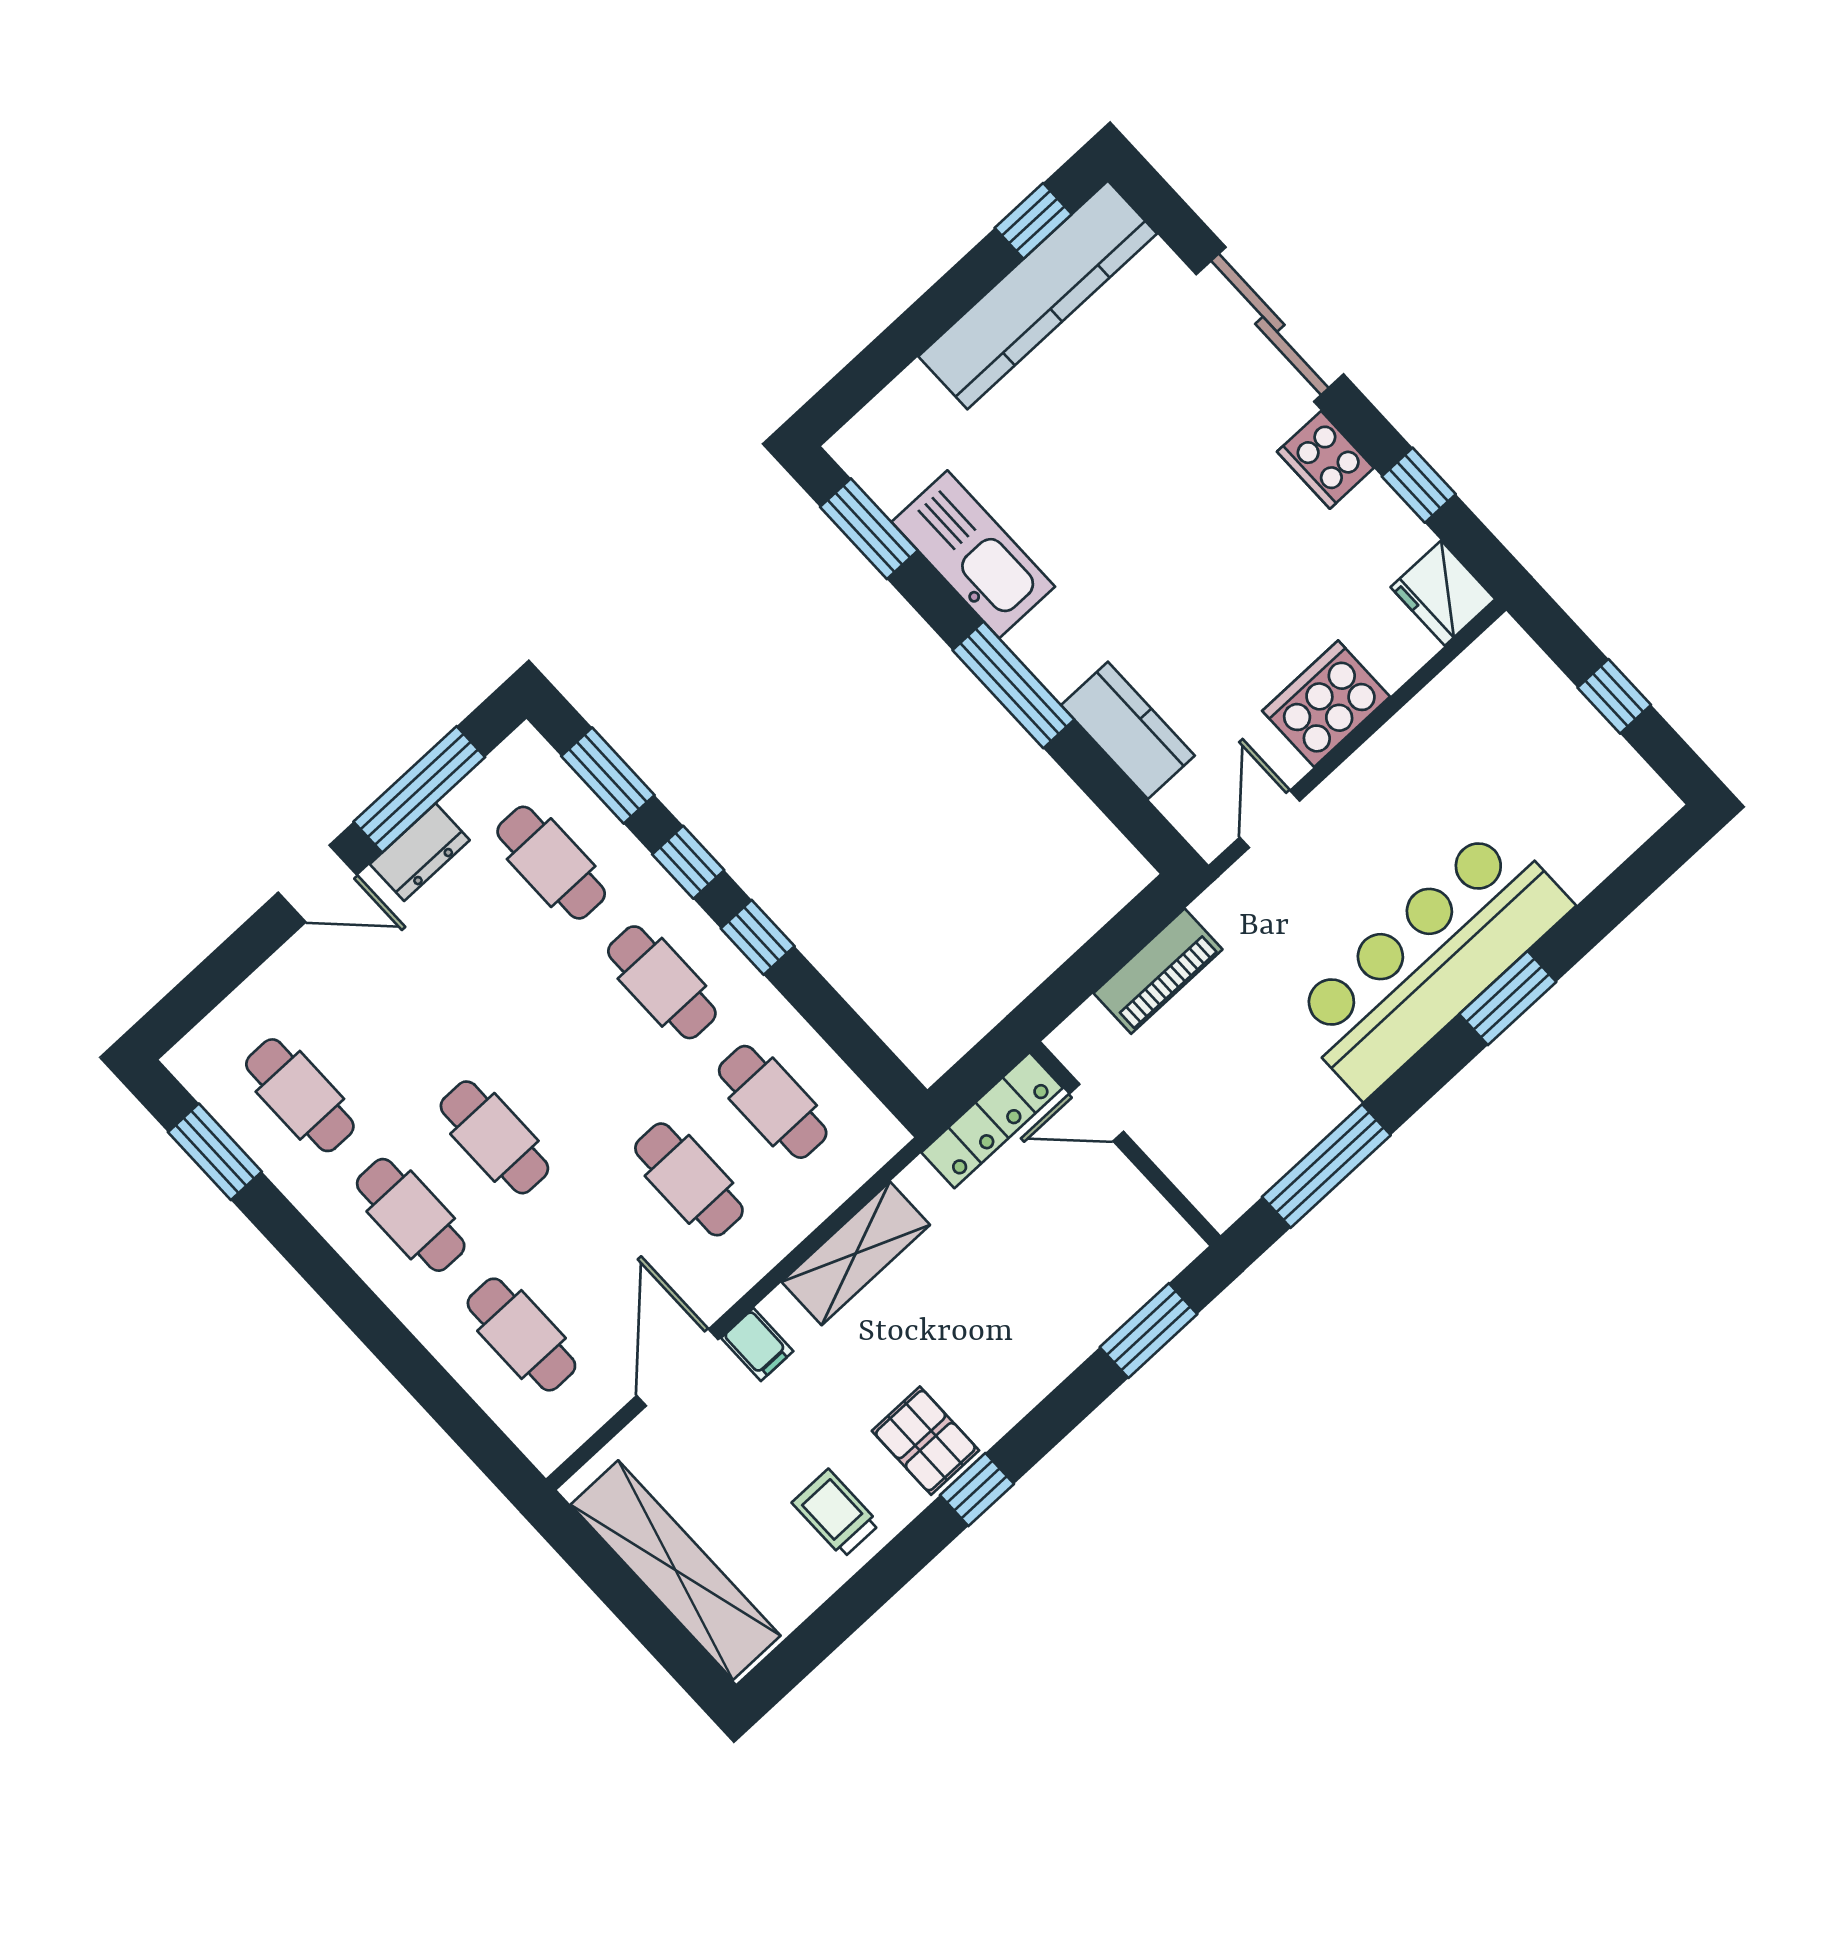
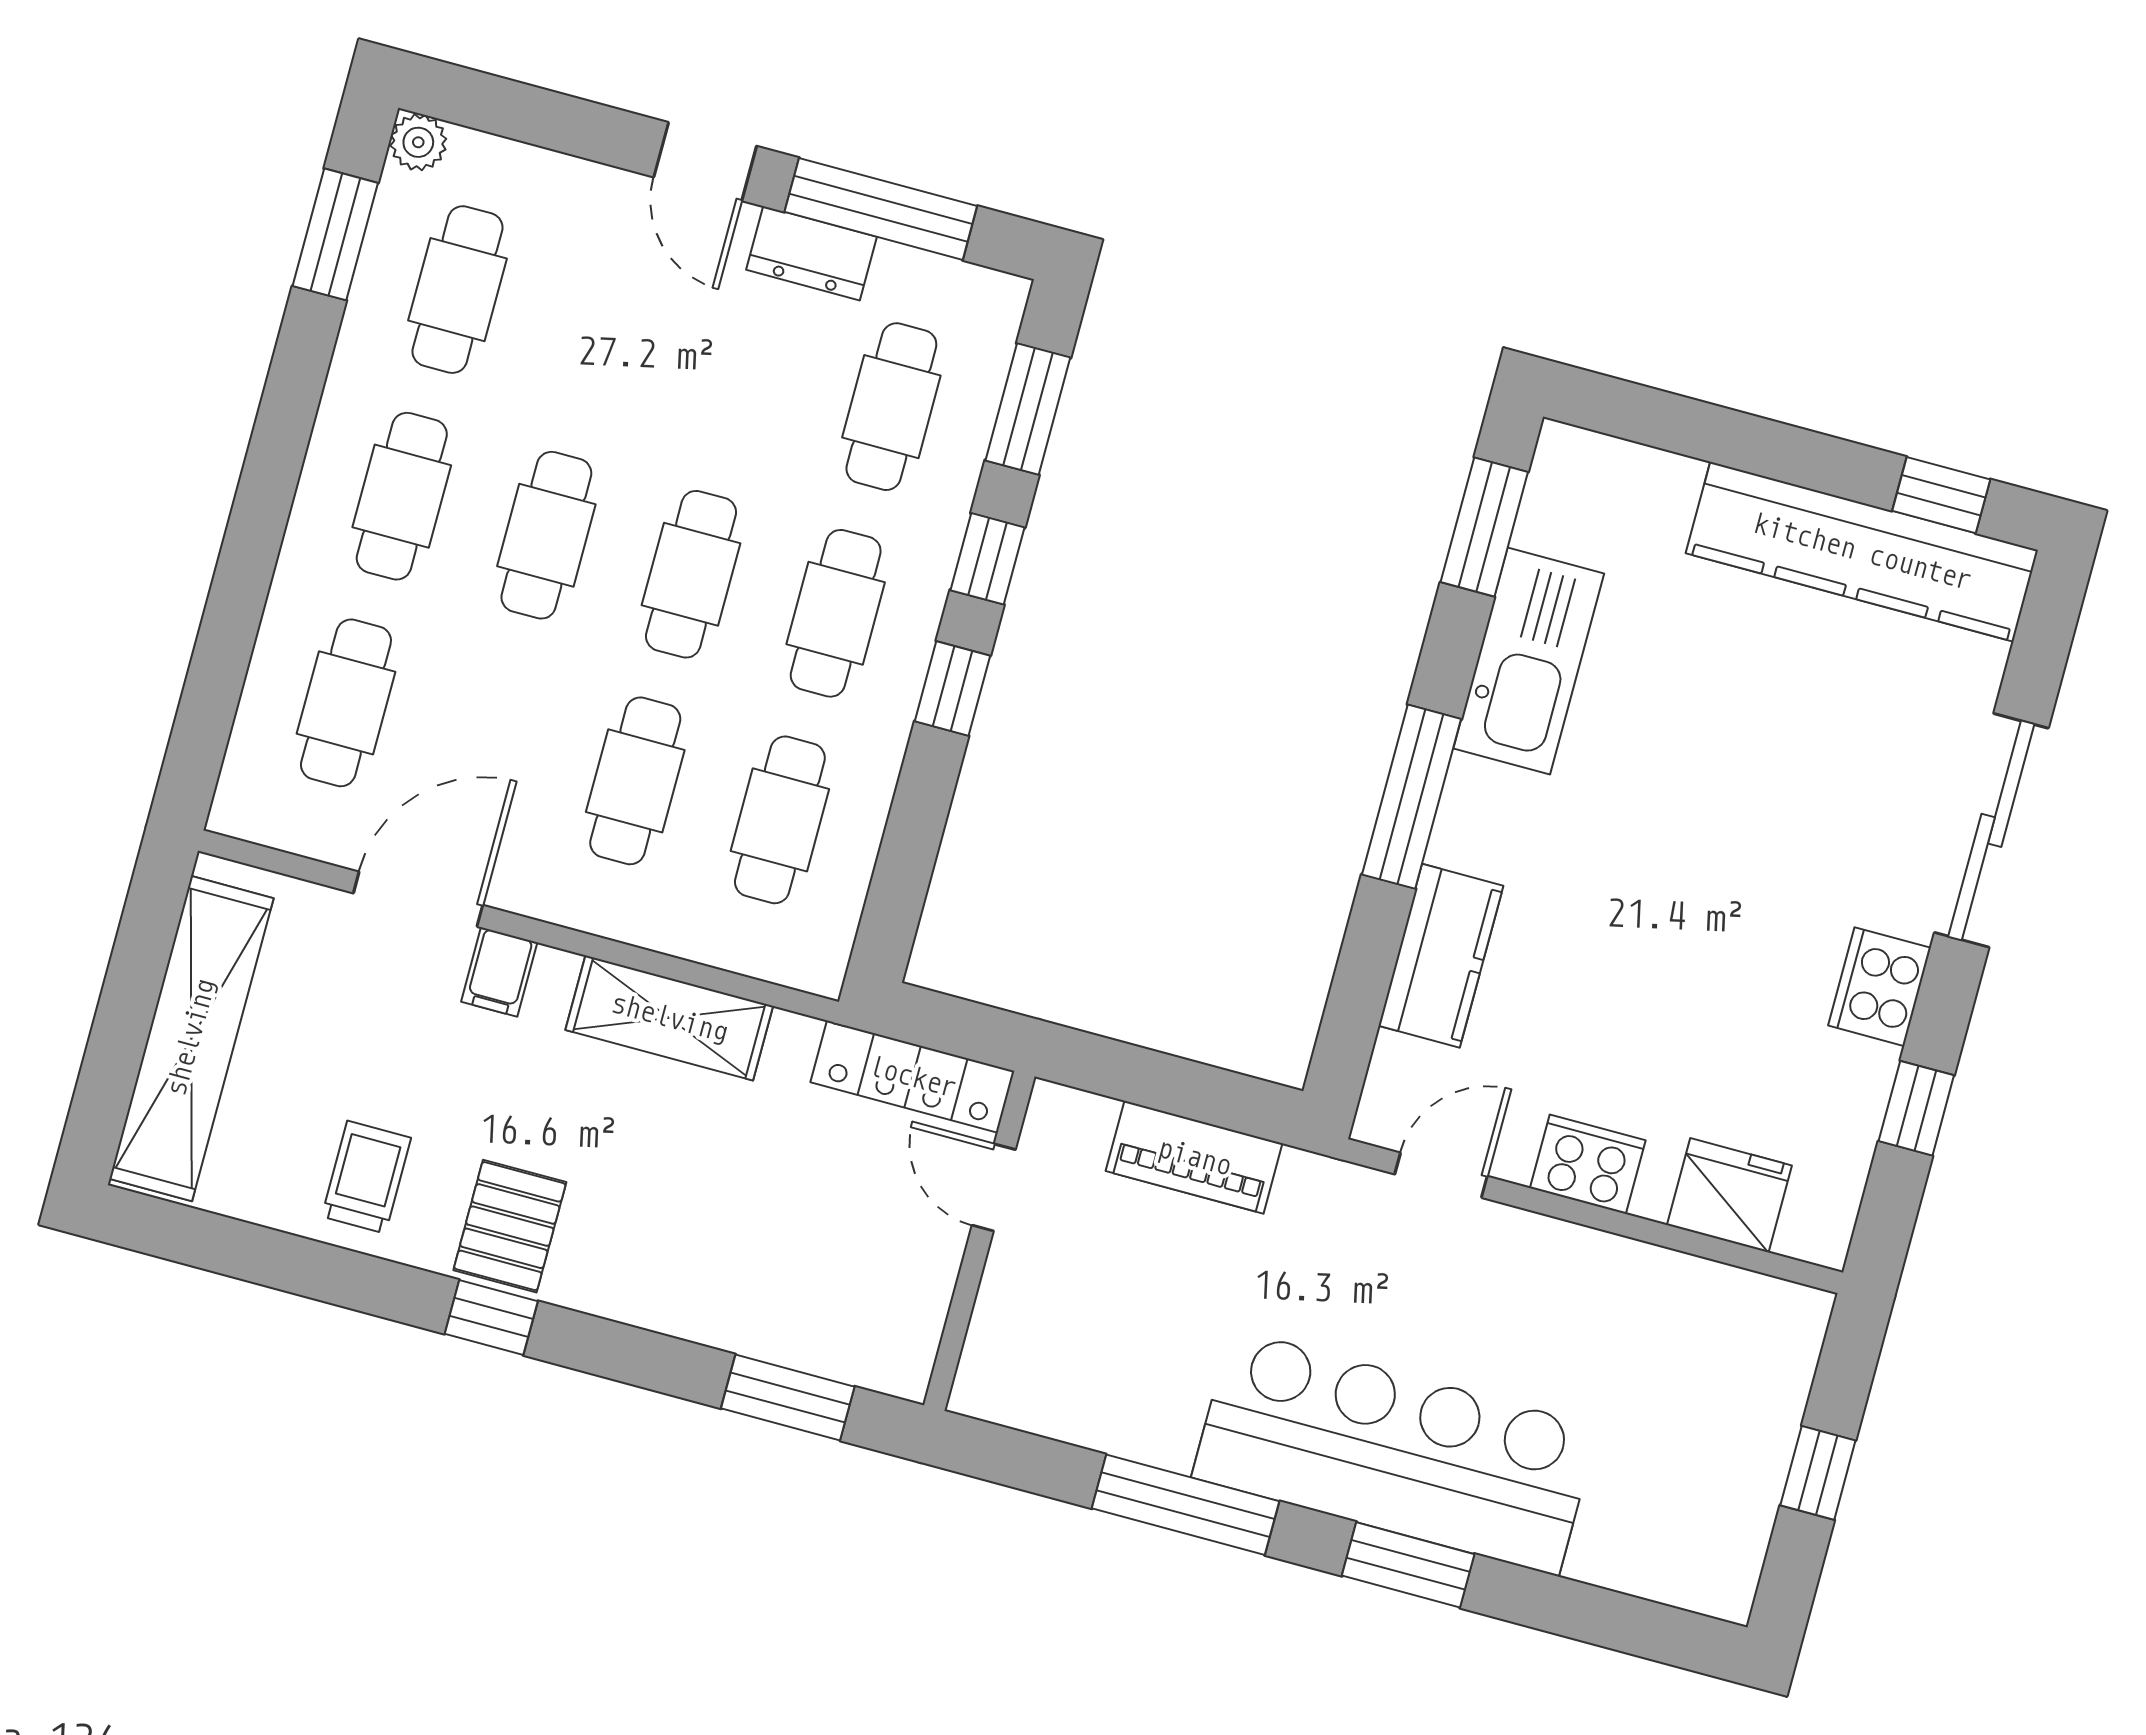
fridge: (1443, 593) -> (1729, 1195), moved, turned 90
cooker: (1326, 704) -> (1588, 1164), width x0.73, depth x0.76
cafe table: (578, 1060) -> (691, 574), added
plant: (189, 1061) -> (418, 142), added
window: (1326, 1166) -> (1186, 1505), moved

